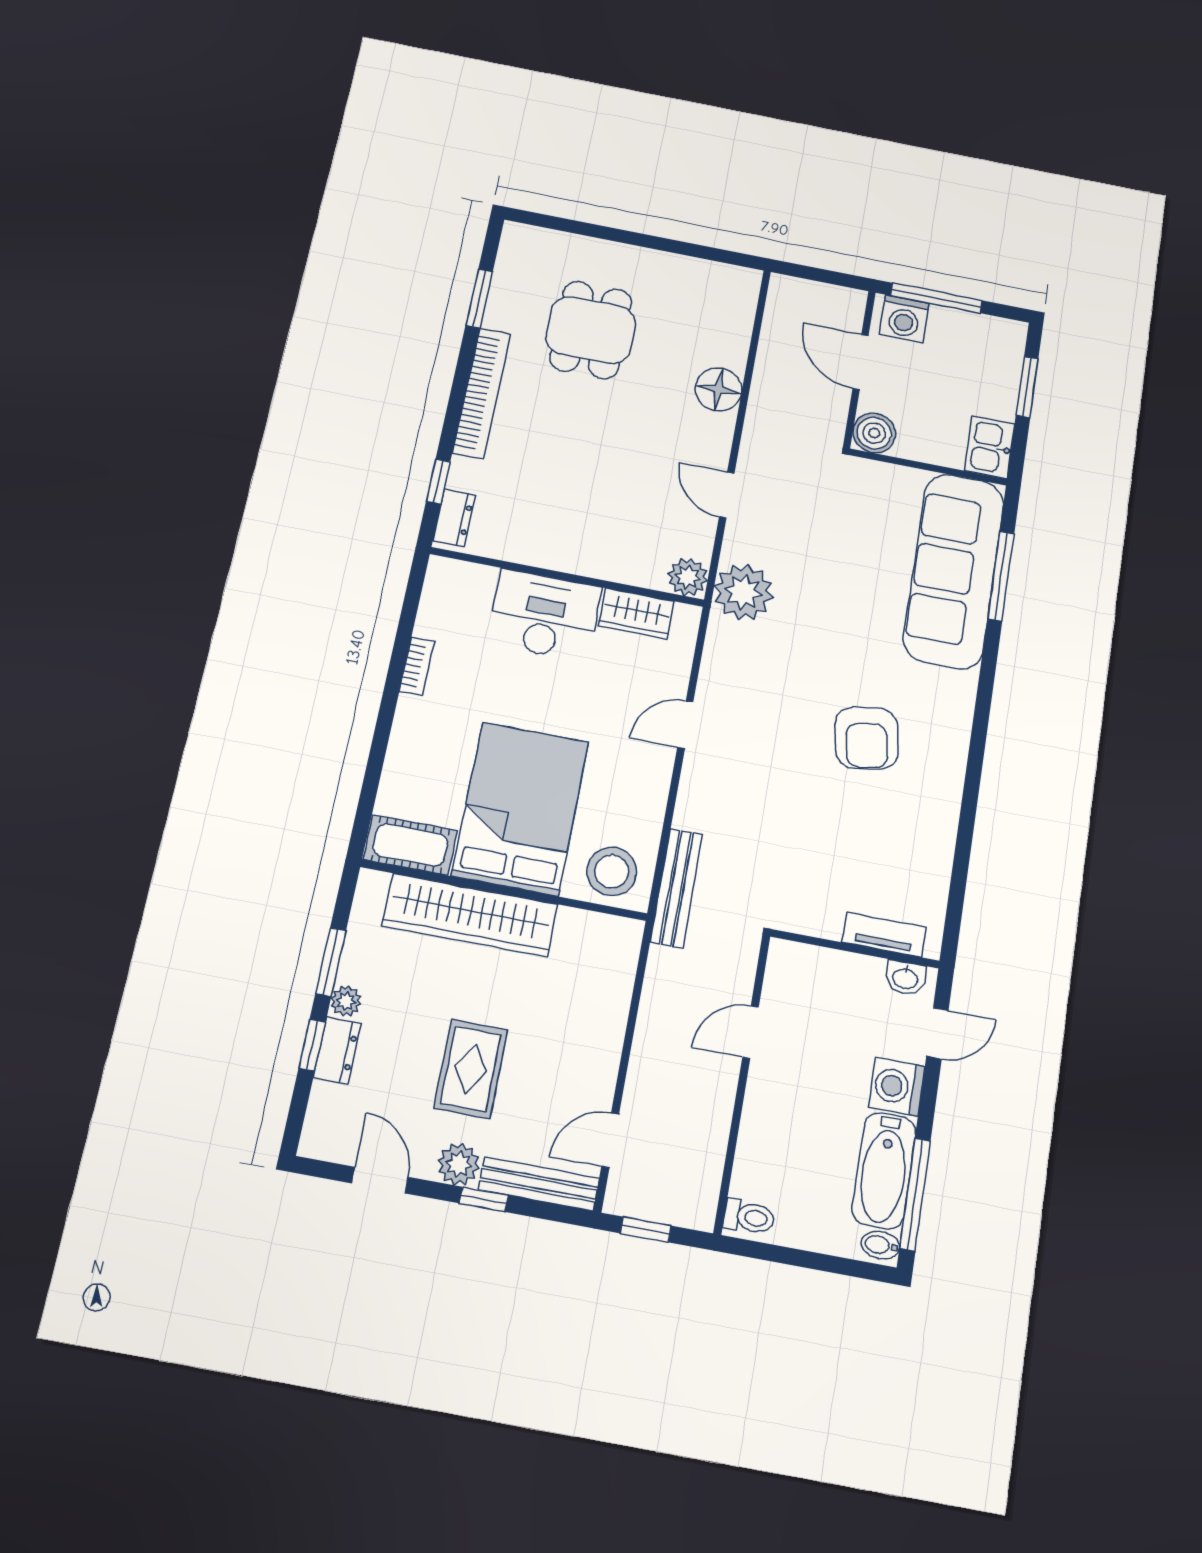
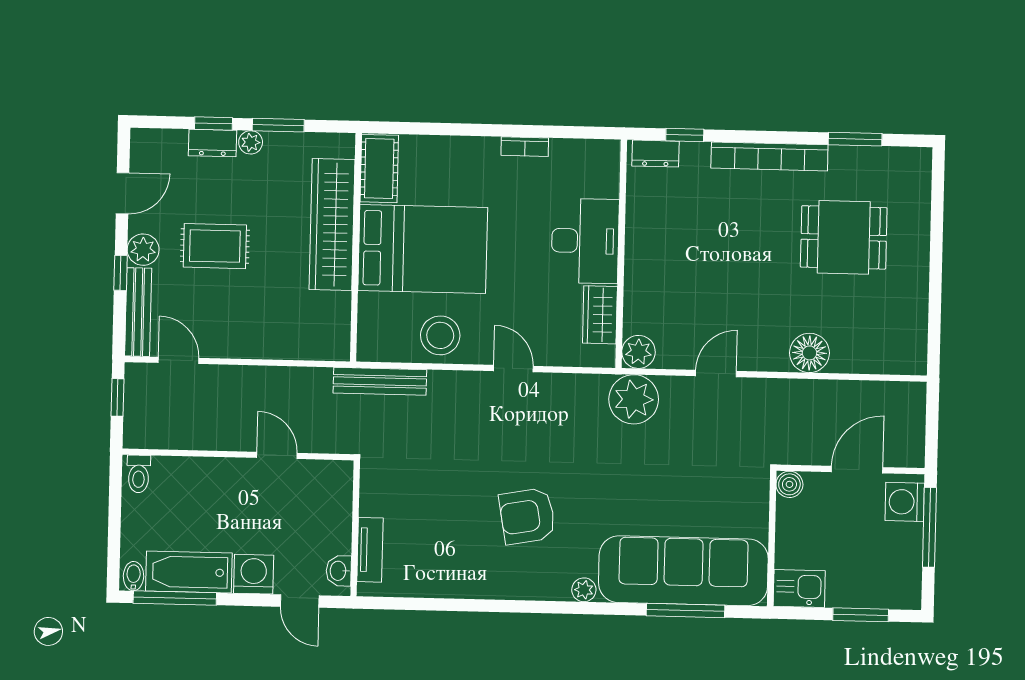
boiler: (874, 433) -> (789, 484), width x0.73, depth x0.73
plant: (963, 687) -> (584, 590), added
stool: (612, 871) -> (440, 335), moved

